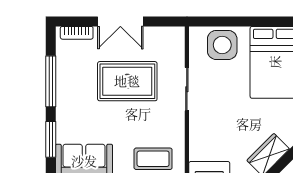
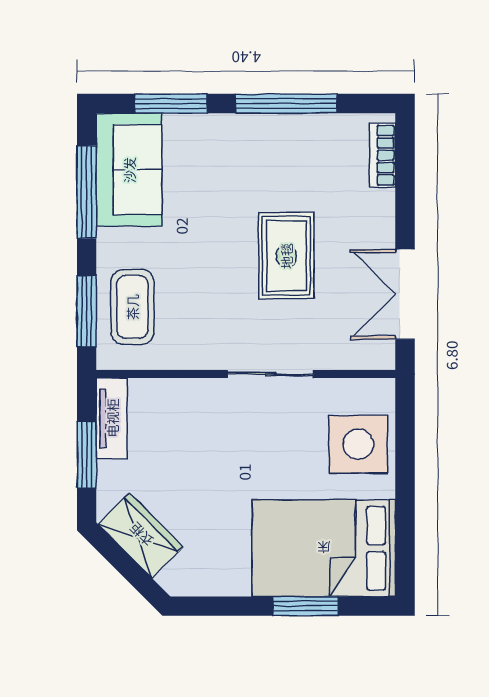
double door: (120, 21) -> (405, 294), moved
rug: (127, 81) -> (286, 256), width x0.73, depth x0.70

